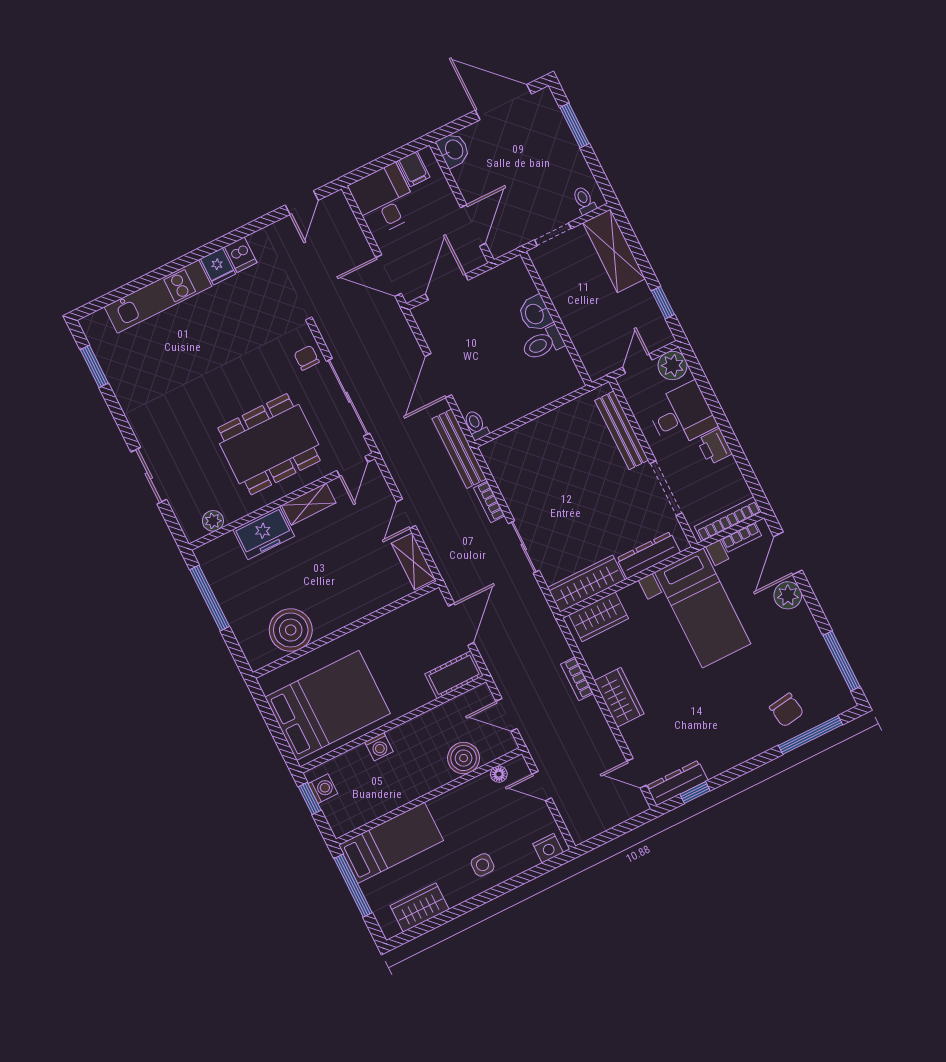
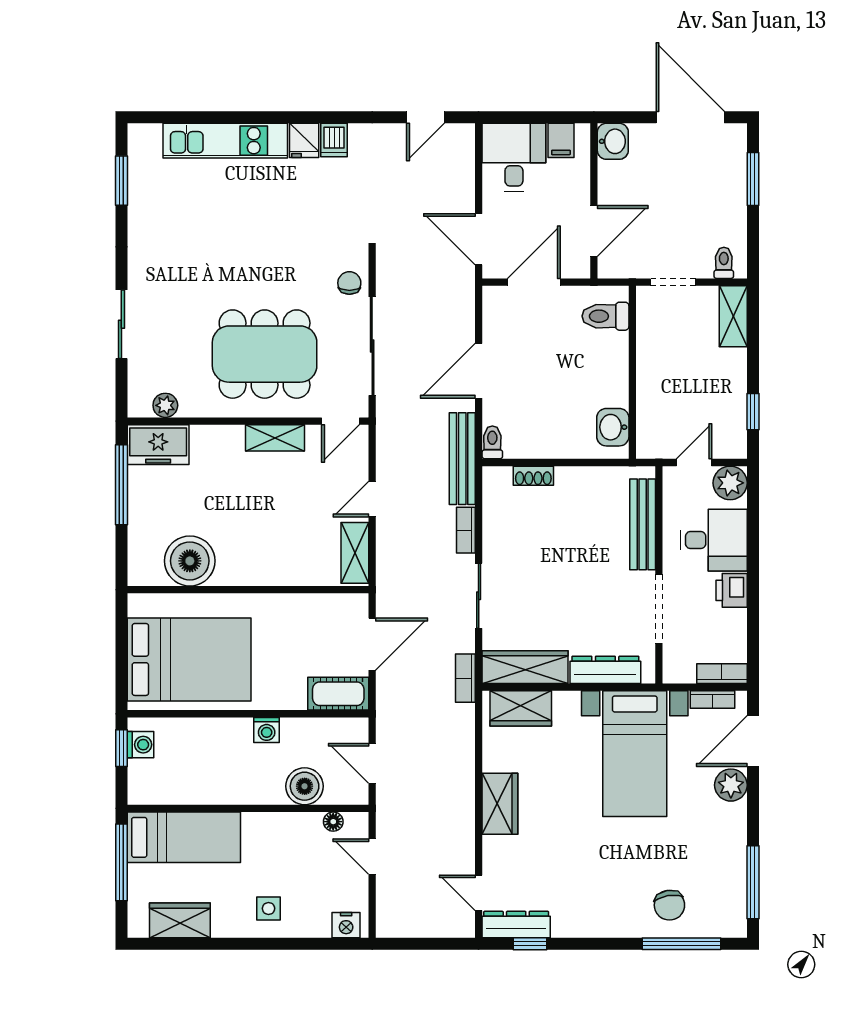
shelving: (614, 251) -> (733, 316), width x0.67, depth x0.75
washbasin: (535, 314) -> (613, 427), moved
toilet: (543, 343) -> (605, 316), moved
shoe rack: (520, 435) -> (533, 476), added
bookcase: (728, 519) -> (722, 674), width x0.64
freezer: (264, 533) -> (158, 445), moved
bookcase: (577, 679) -> (465, 678), moved
washing machine: (379, 747) -> (267, 730), moved

